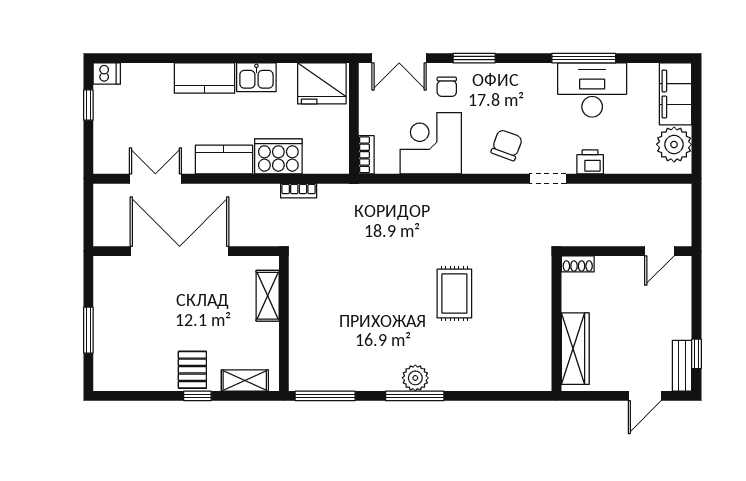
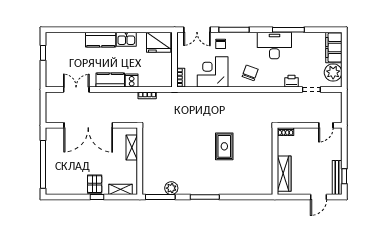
window: (474, 58) -> (234, 30), width x1.44
dishwasher: (107, 73) -> (52, 37), removed
desk: (592, 90) -> (274, 46), moved
cooker: (278, 156) -> (132, 80), width x0.53, depth x0.76
doorway: (548, 179) -> (311, 89), moved
double door: (180, 251) -> (88, 125), swing flipped
window: (88, 330) -> (43, 164), width x2.11
bench: (682, 366) -> (337, 178), width x1.36
plant: (415, 378) -> (171, 188), moved

